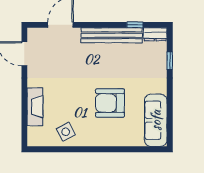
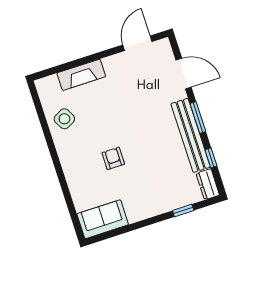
window: (99, 25) -> (198, 118), added
armchair: (110, 103) -> (113, 158), width x0.53, depth x0.53
sofa: (156, 120) -> (103, 219), width x0.73

